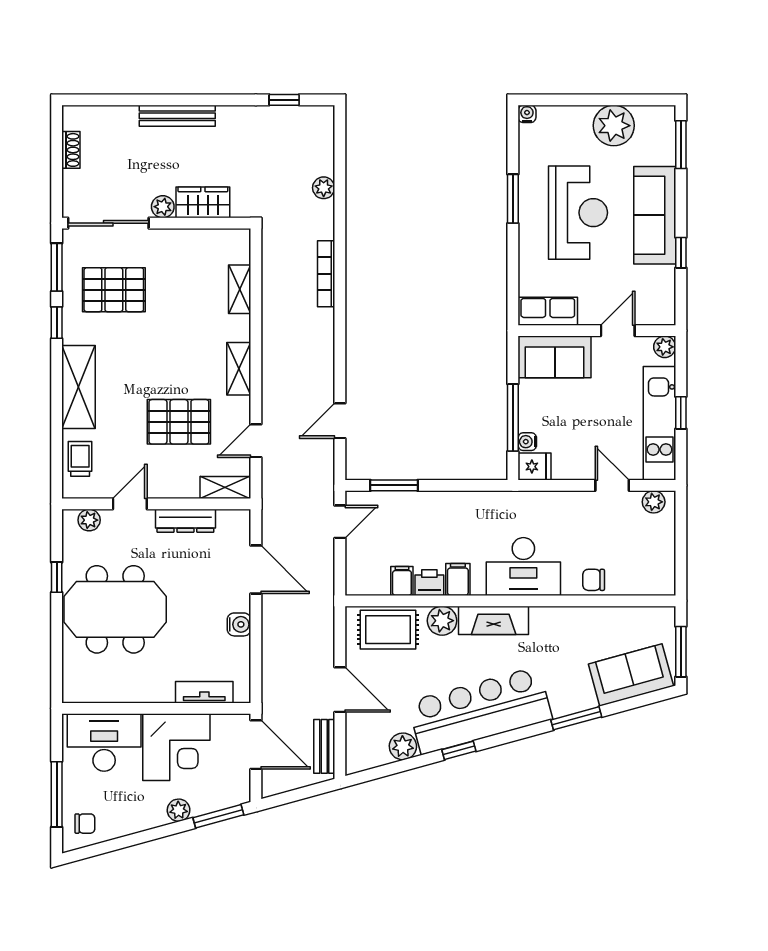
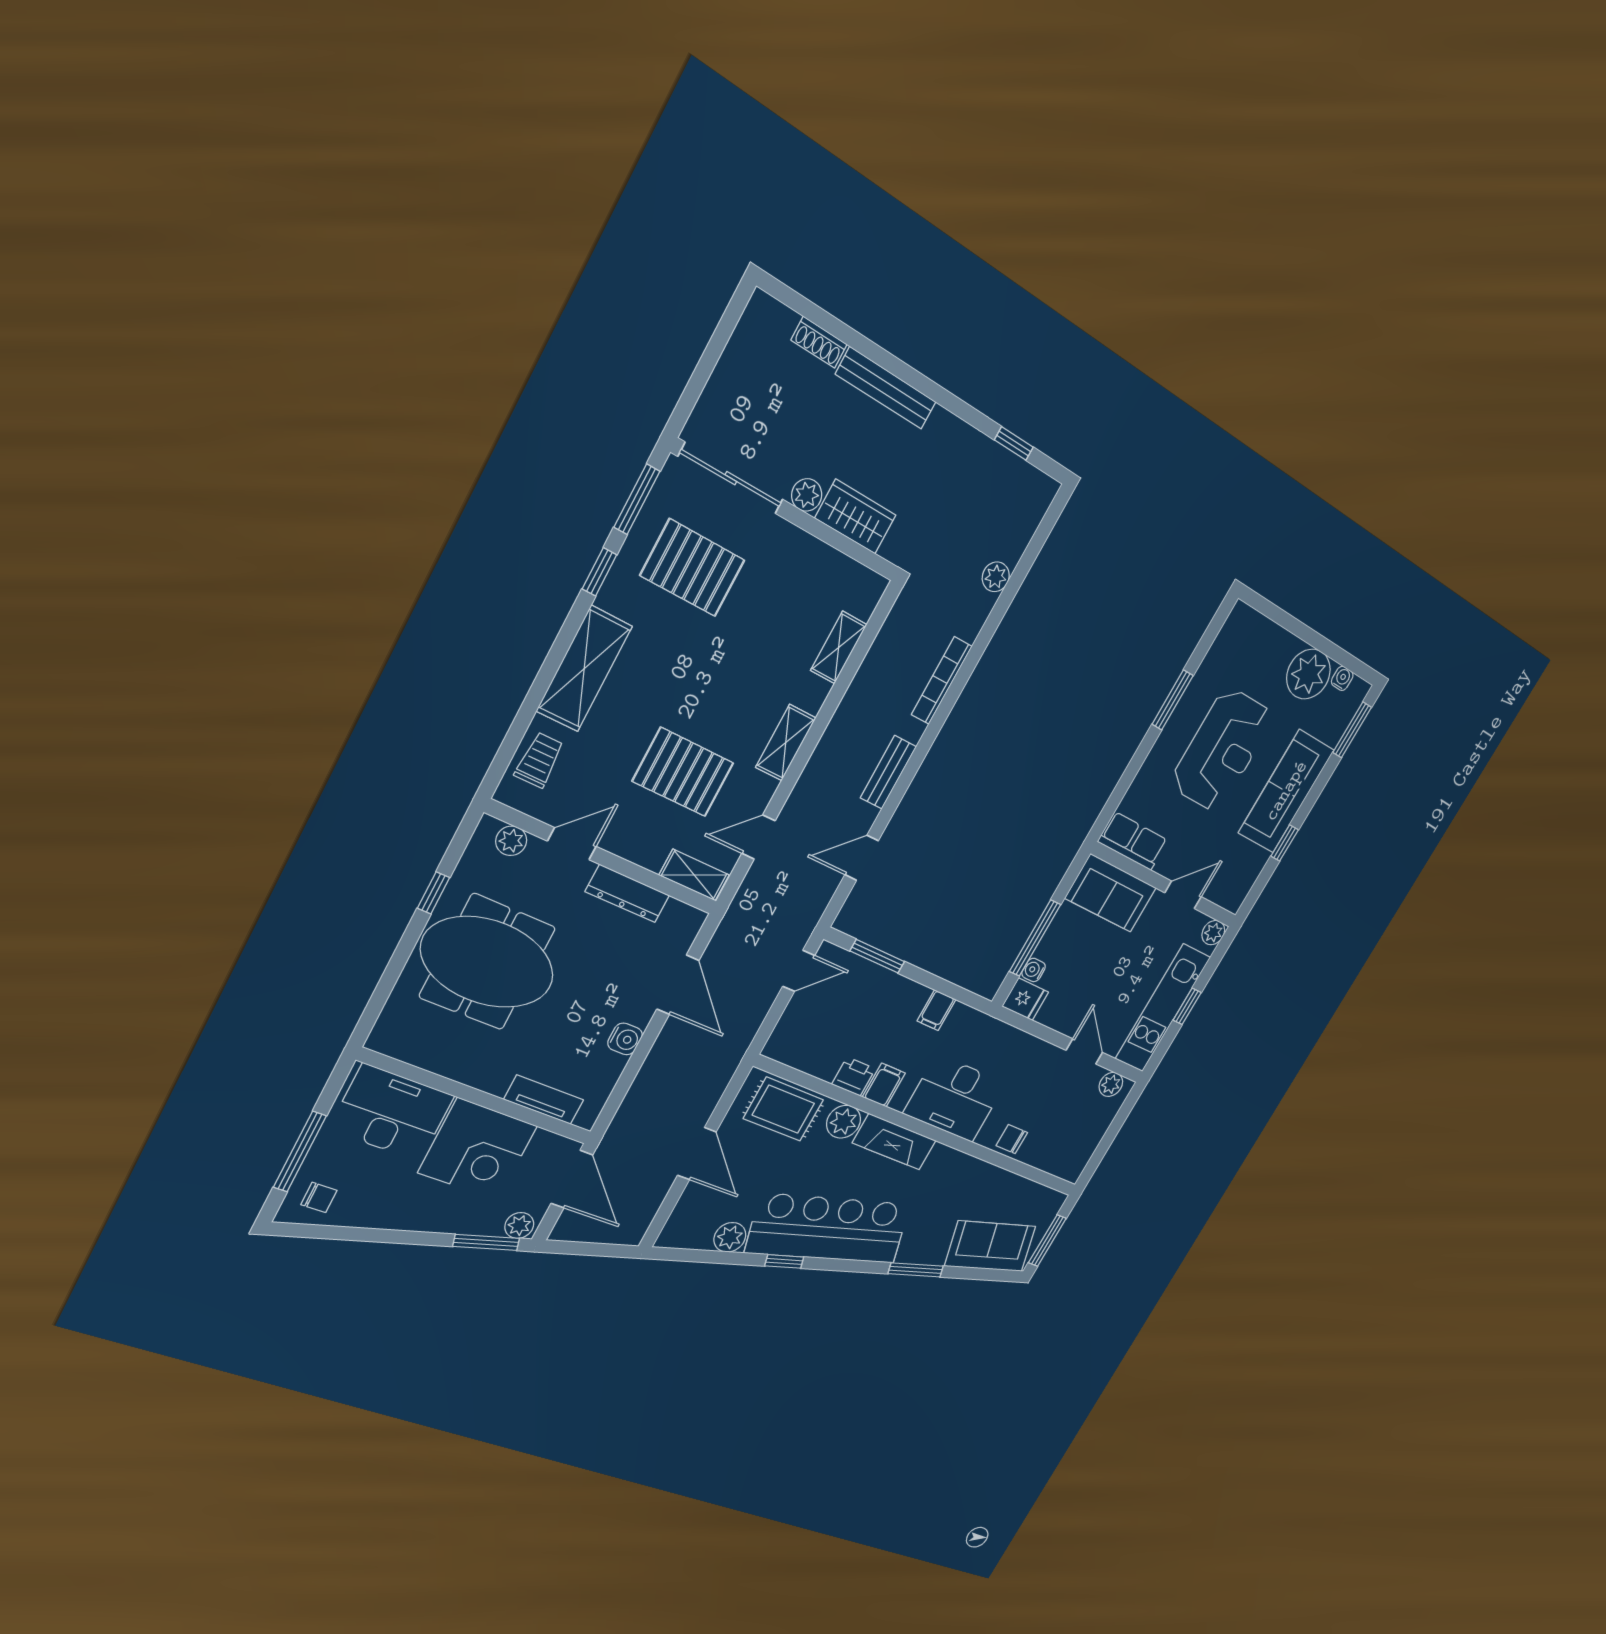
water cooler: (527, 114) -> (1342, 678), moved
shoe rack: (71, 150) -> (819, 342), moved, turned 90
filing cabinet: (402, 581) -> (936, 1010), moved, turned 180
bench: (324, 746) -> (888, 772), moved
plant: (179, 810) -> (519, 1225), moved

